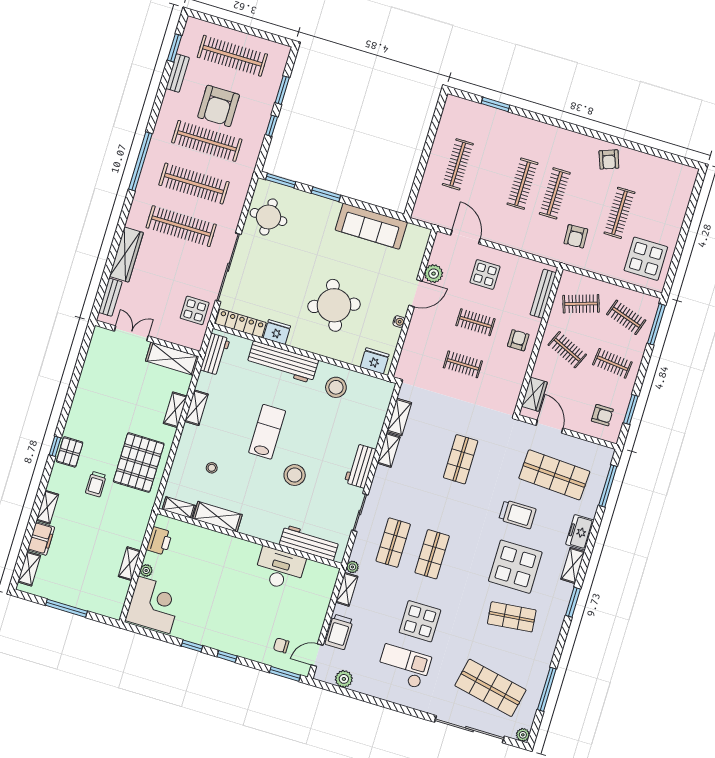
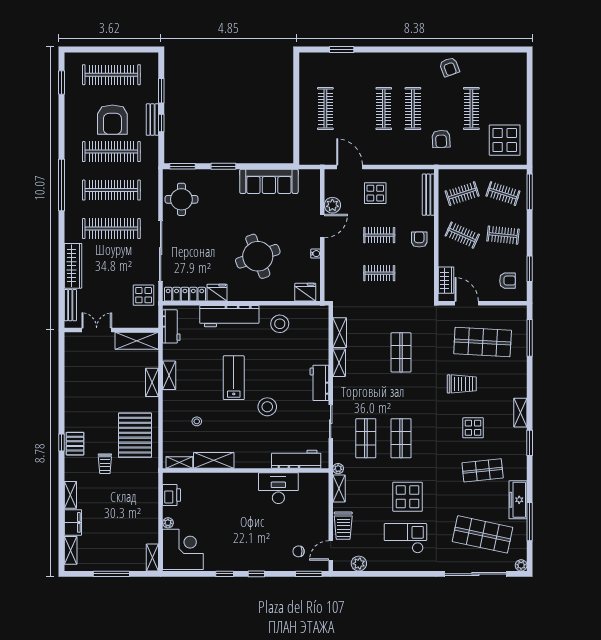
bench: (178, 73) -> (152, 120), moved
freezer: (580, 532) -> (518, 500), moved, width x1.40
shelving: (129, 564) -> (152, 558), moved
display table: (515, 567) -> (473, 428), width x0.54, depth x0.54

